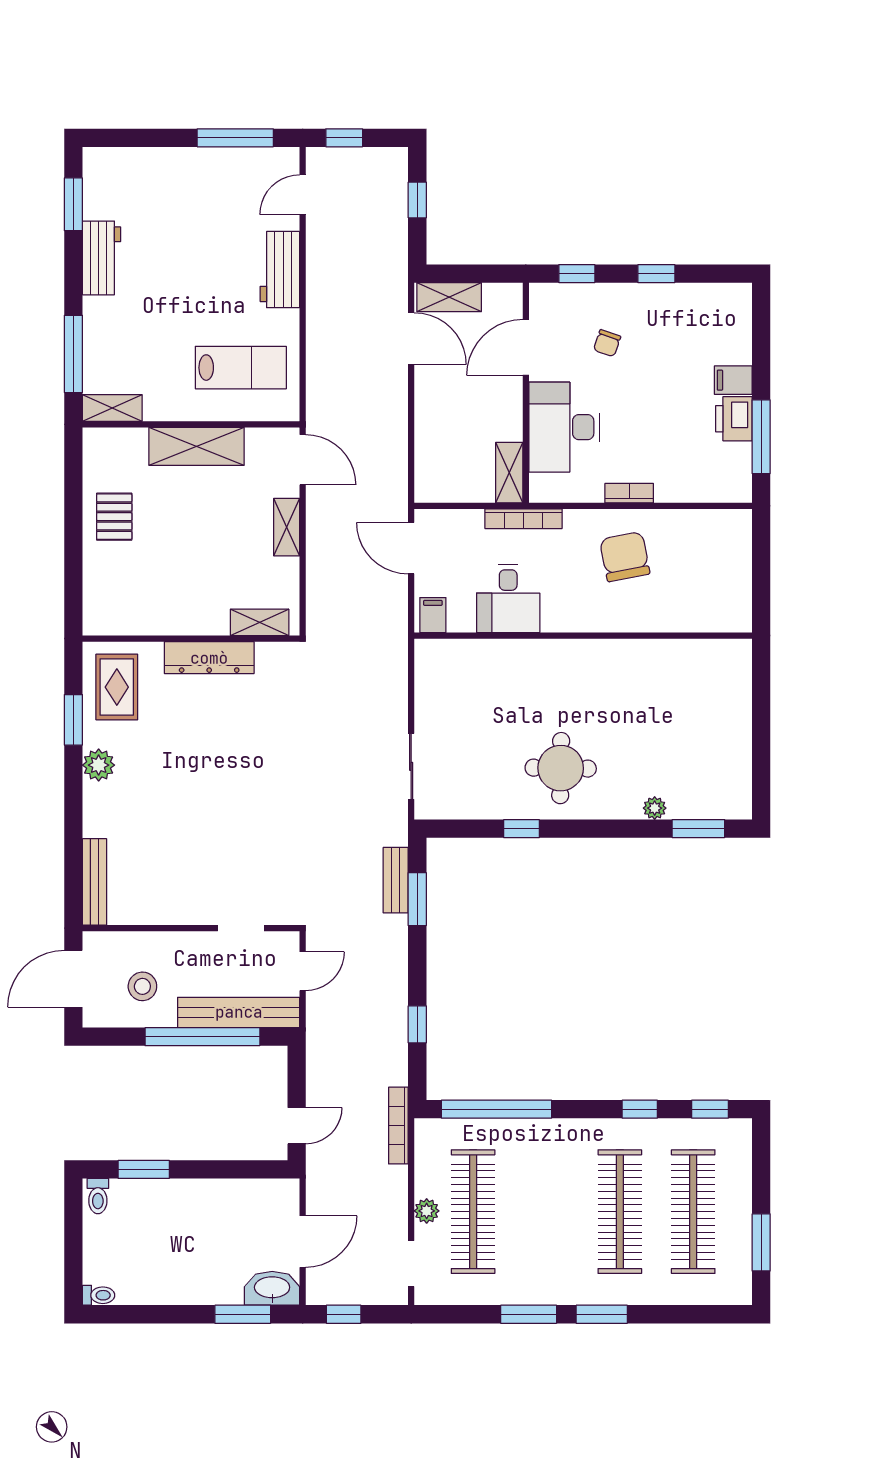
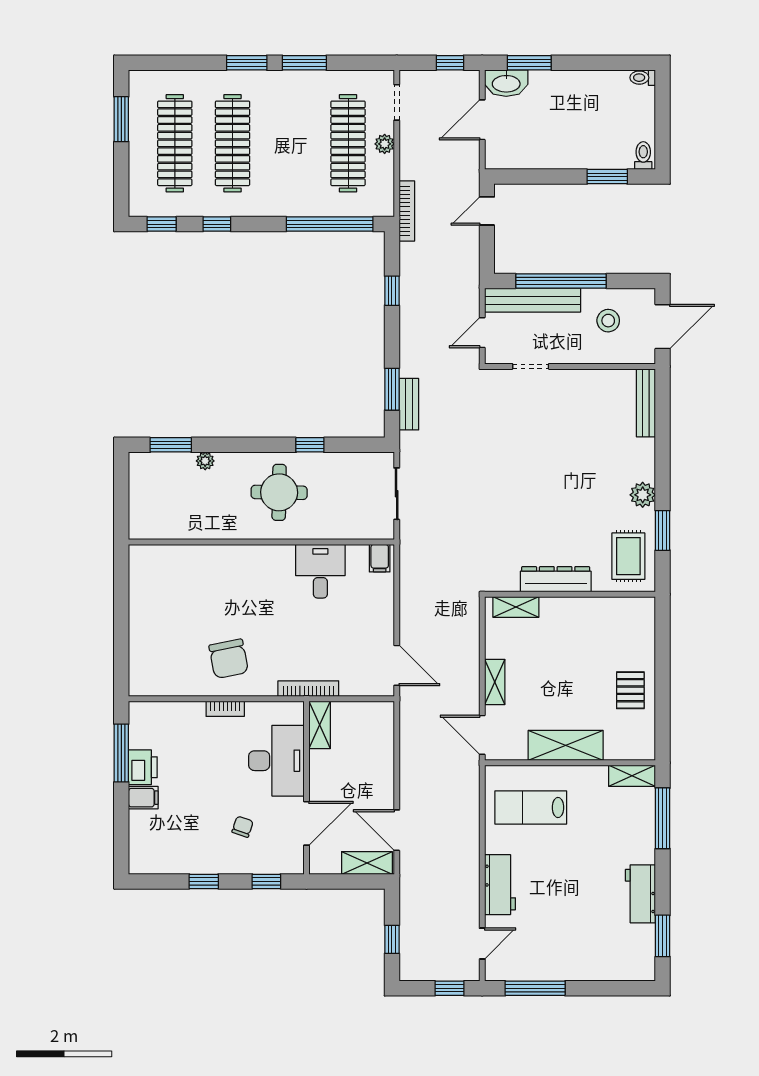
desk: (508, 598) -> (320, 571), moved
filing cabinet: (433, 615) -> (380, 558), moved
wall: (583, 636) -> (261, 542), moved

